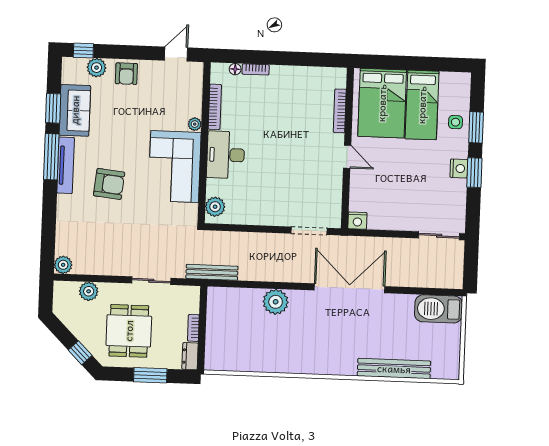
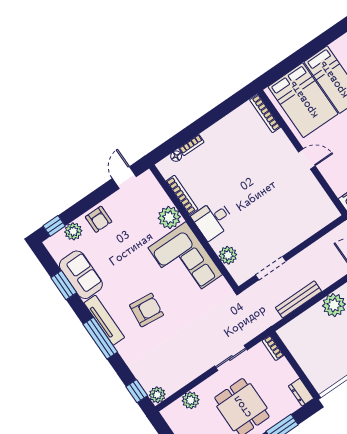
bookcase: (340, 111) -> (265, 113), moved
plant: (195, 124) -> (169, 217), width x1.88, depth x1.88
desk: (226, 155) -> (213, 220), width x0.73
window: (51, 157) -> (100, 338), moved
plant: (215, 207) -> (228, 255), moved
doorway: (309, 231) -> (271, 268), moved
window: (48, 248) -> (137, 391), added
bench: (212, 272) -> (298, 299), moved
bookcase: (193, 328) -> (273, 348), moved

